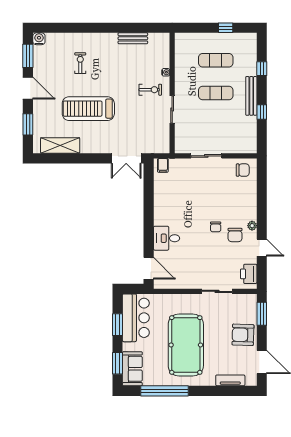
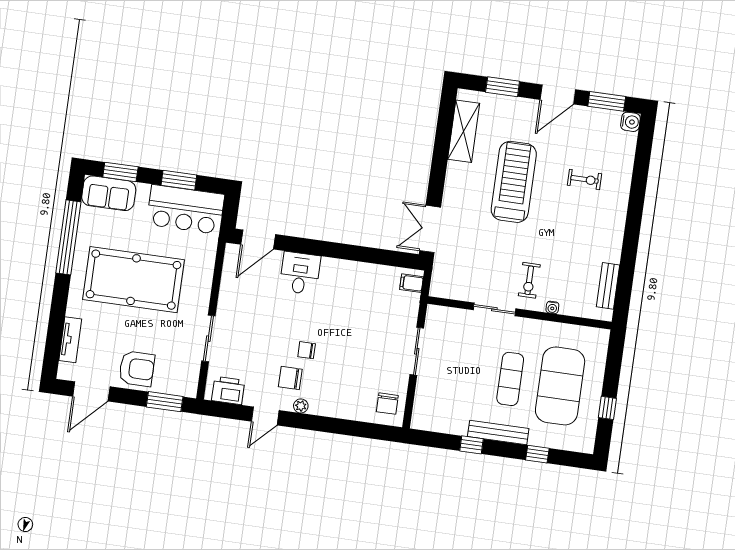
bench: (133, 38) -> (608, 286), moved
exercise mat: (216, 60) -> (560, 386), width x2.00, depth x1.45
armchair: (243, 335) -> (137, 369), turned 88

